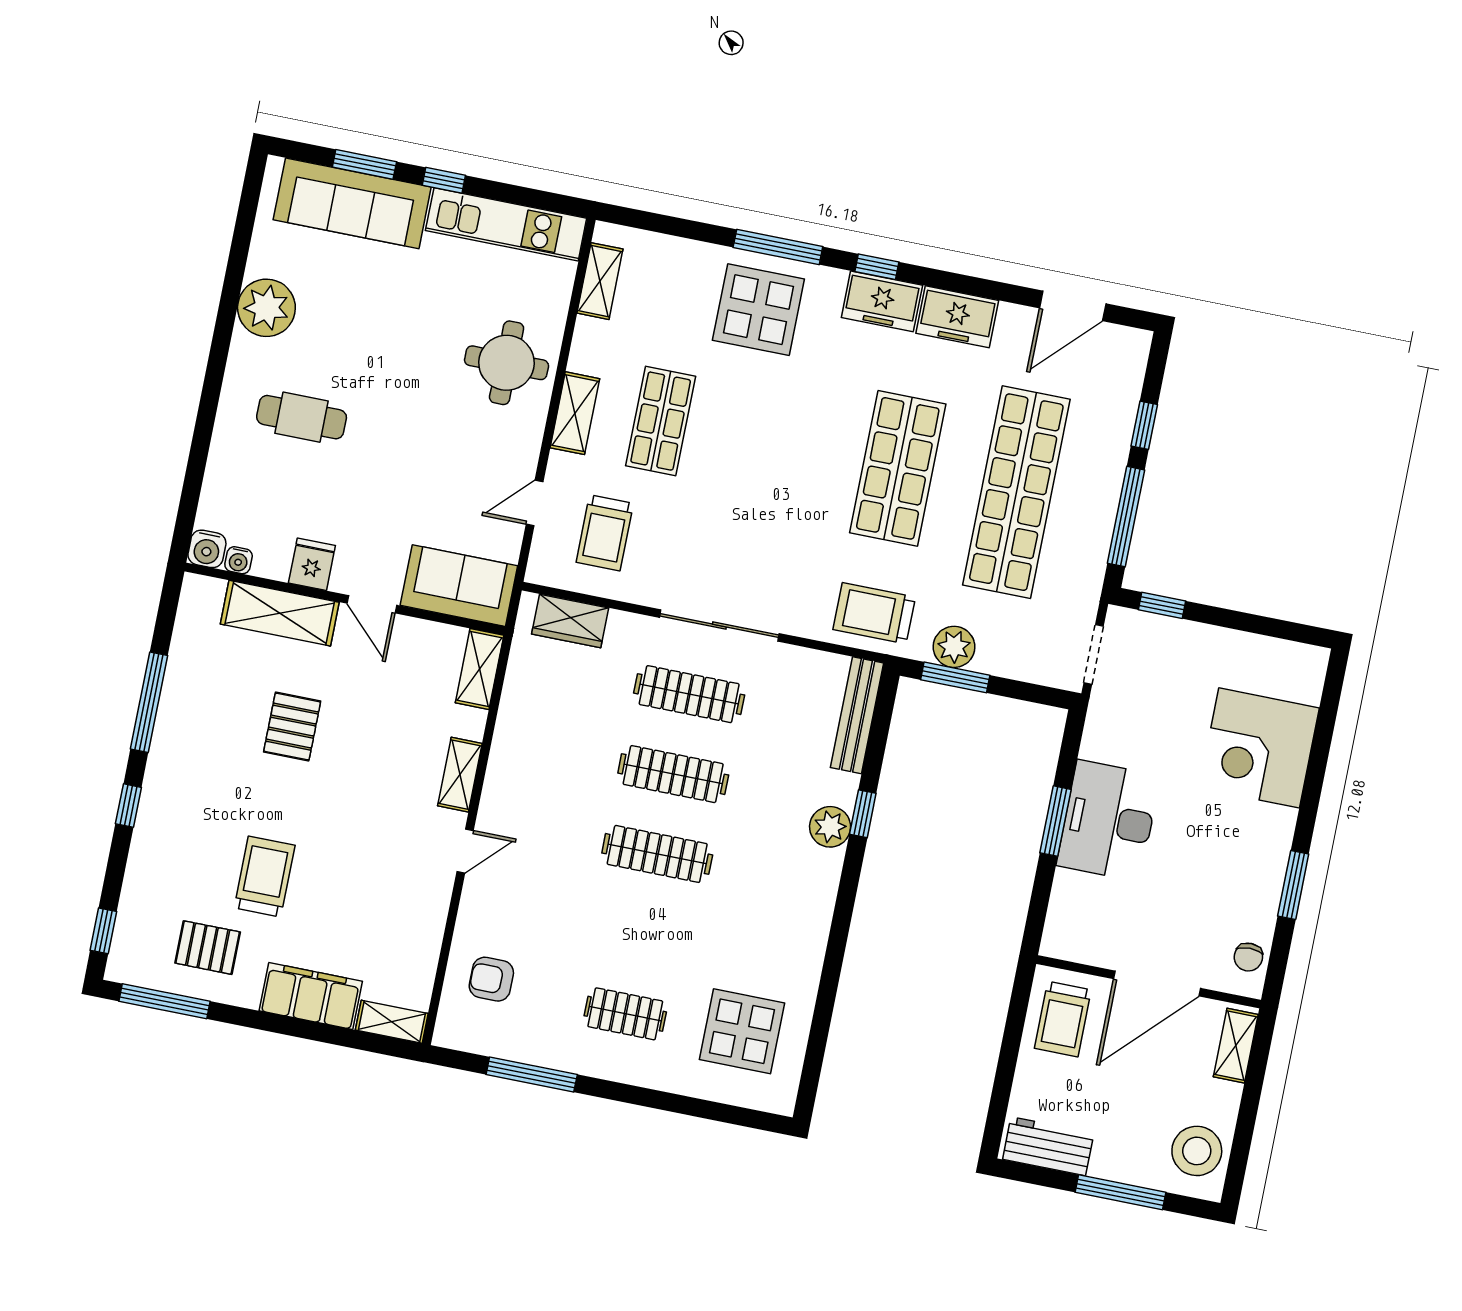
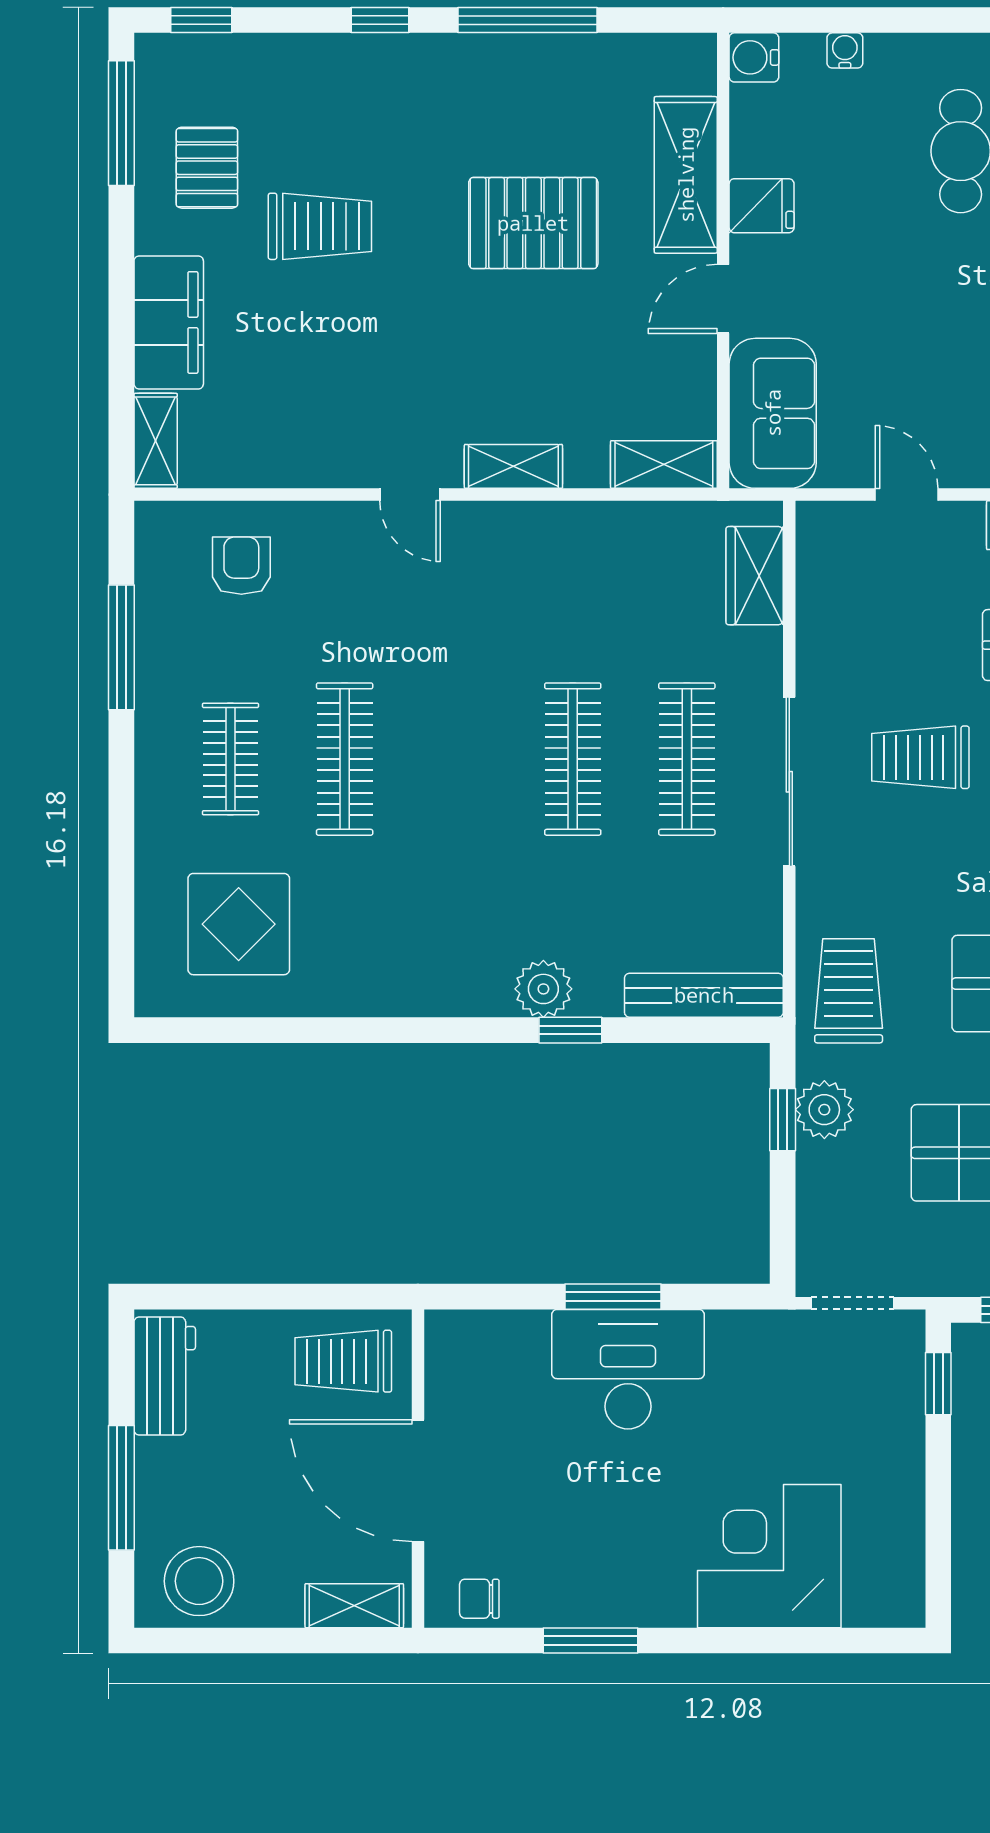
trolley: (605, 533) -> (920, 757), moved
water cooler: (239, 560) -> (845, 50), moved, turned 90
window: (955, 677) -> (783, 1120), width x0.67
pallet: (292, 727) -> (533, 223), width x1.50, depth x1.42
clothes rail: (657, 854) -> (345, 759), moved

